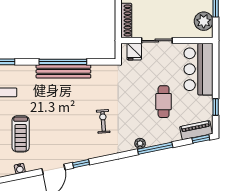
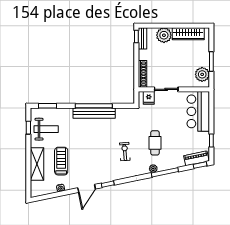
cafe table: (164, 102) -> (155, 143), moved
treadmill: (21, 134) -> (61, 161), turned 180

